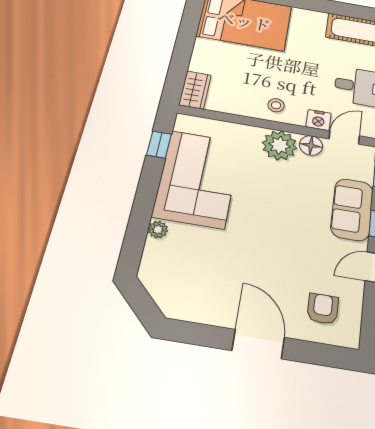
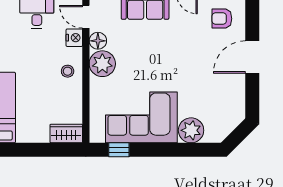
plant: (158, 230) -> (191, 130), width x1.88, depth x1.88

